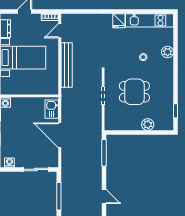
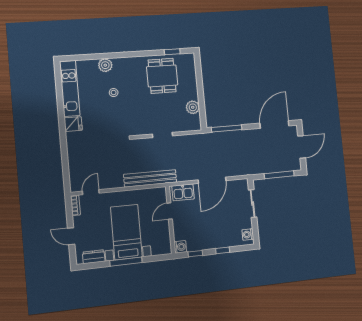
door: (60, 31) -> (91, 192), swing flipped
bench: (67, 65) -> (150, 178), moved
dining table: (134, 92) -> (162, 76), moved
door: (37, 96) -> (170, 211), added
plant: (148, 124) -> (193, 107), moved
door: (104, 196) -> (274, 125), width x1.88

